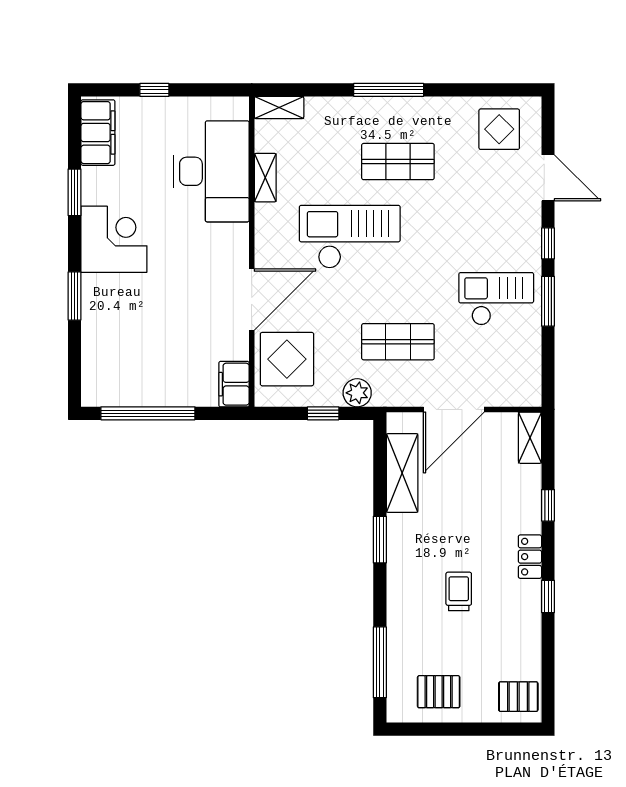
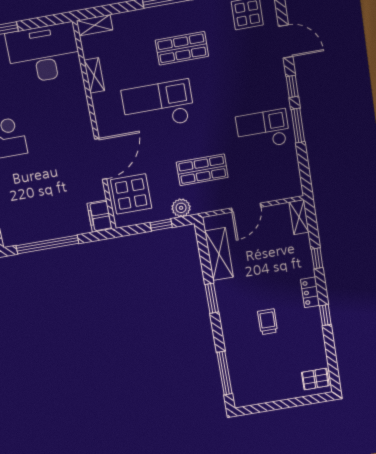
desk: (211, 171) -> (44, 54), moved, turned -90
door: (454, 409) -> (246, 208), width x0.73
pallet: (439, 692) -> (265, 384), removed

